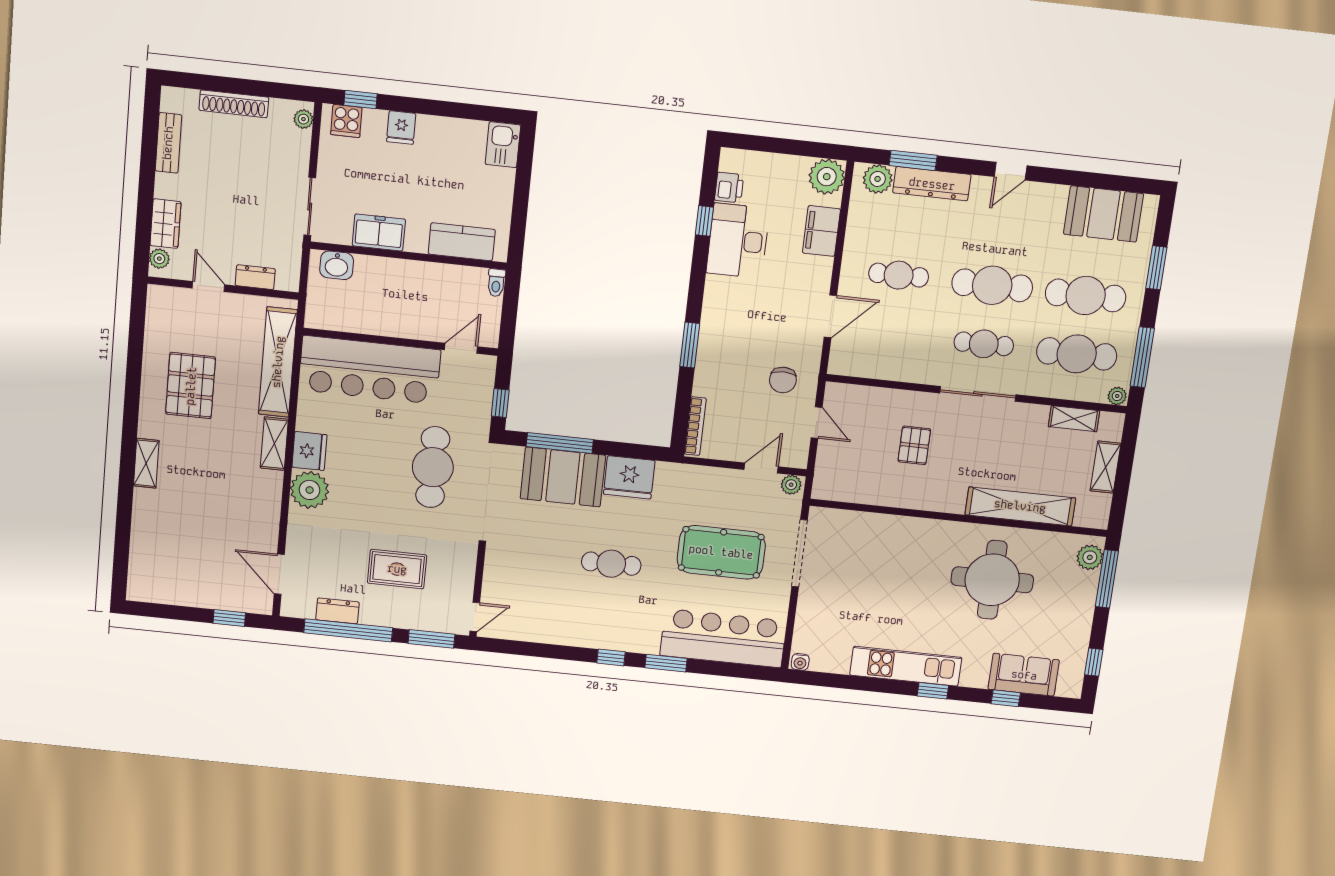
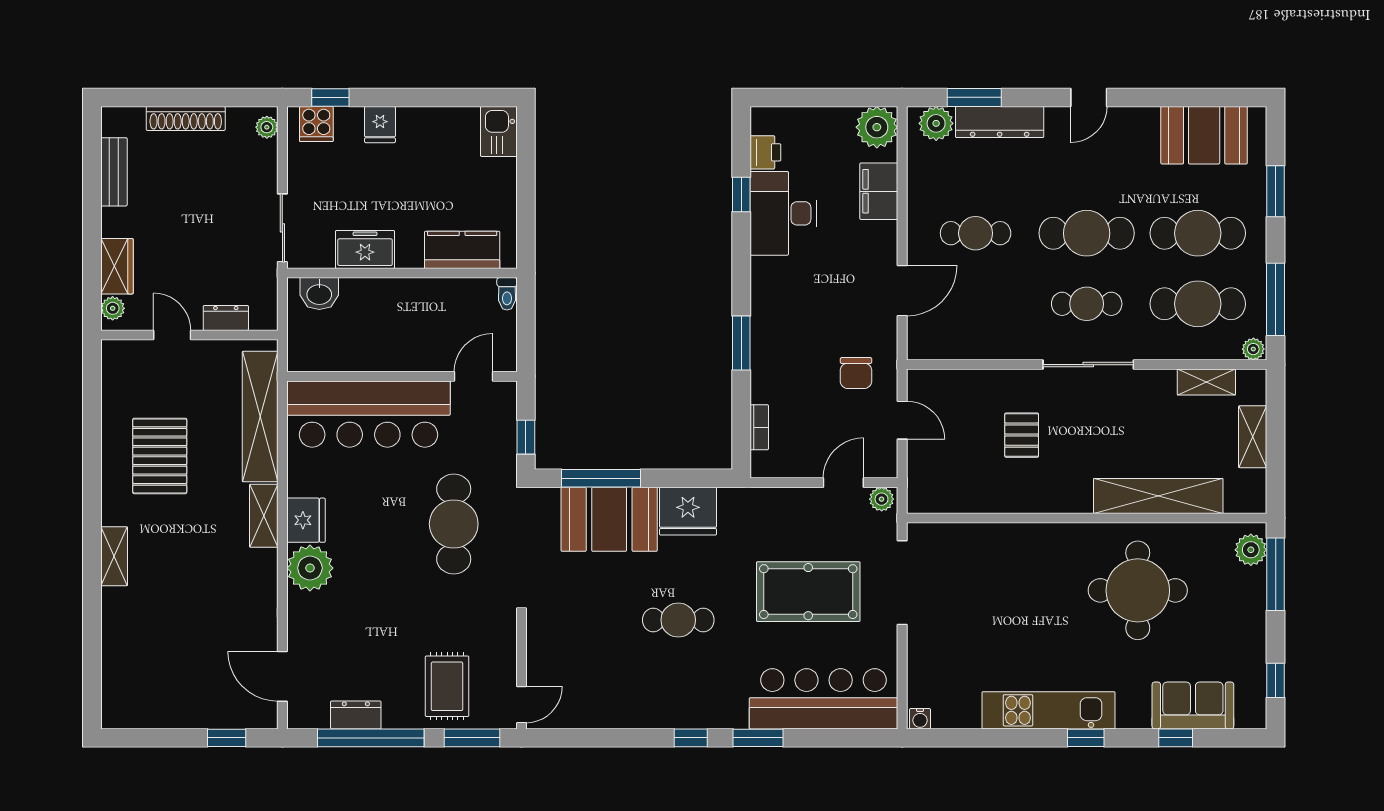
bookcase: (695, 426) -> (759, 427), width x0.64
rug: (397, 569) -> (447, 686), moved, turned 90

